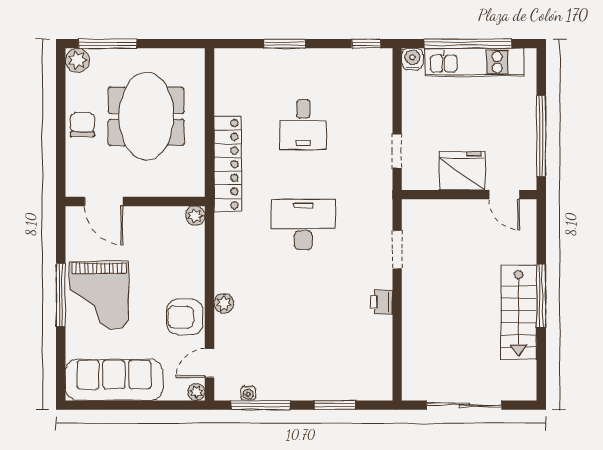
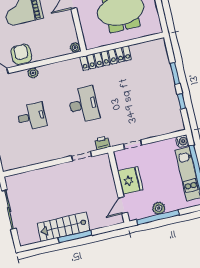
window: (366, 44) -> (181, 101), moved
desk: (303, 124) -> (32, 117), moved, turned 180
plant: (525, 130) -> (159, 208), added
printer: (381, 302) -> (102, 143), moved

